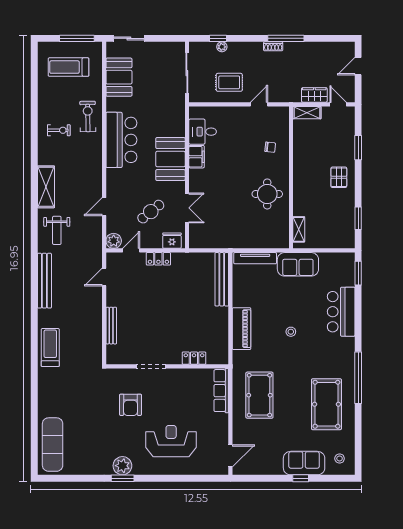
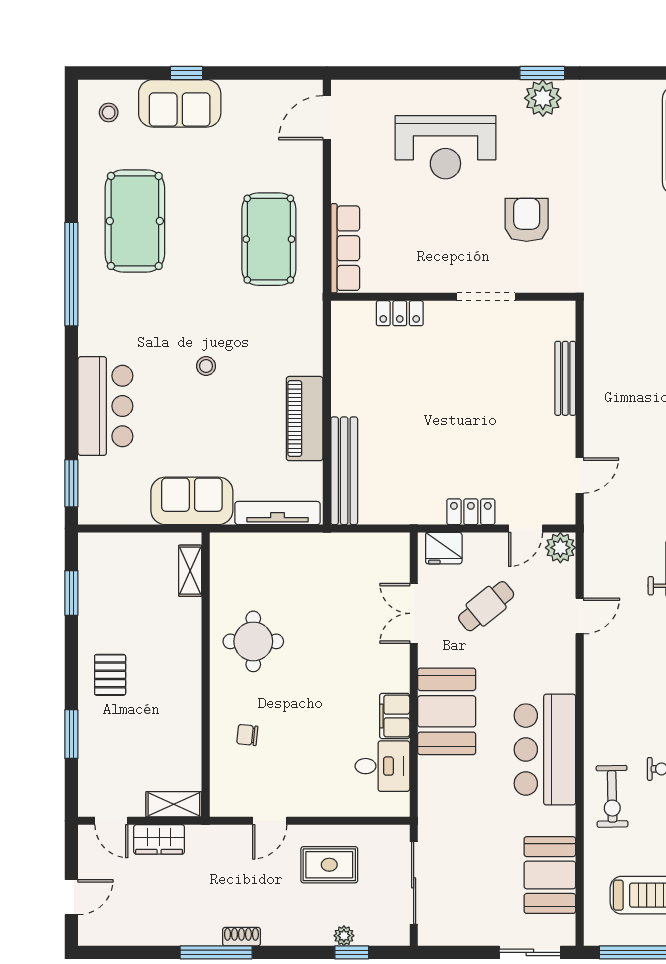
piano: (242, 329) -> (305, 419), moved

